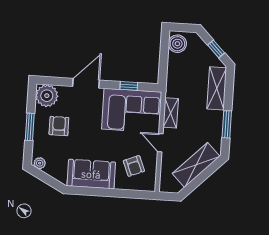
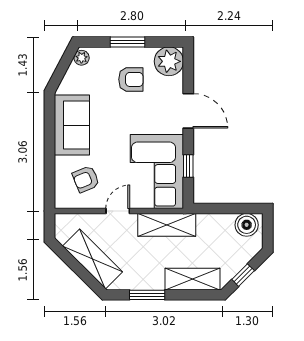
shelving: (171, 113) -> (167, 225), width x1.50, depth x1.33

